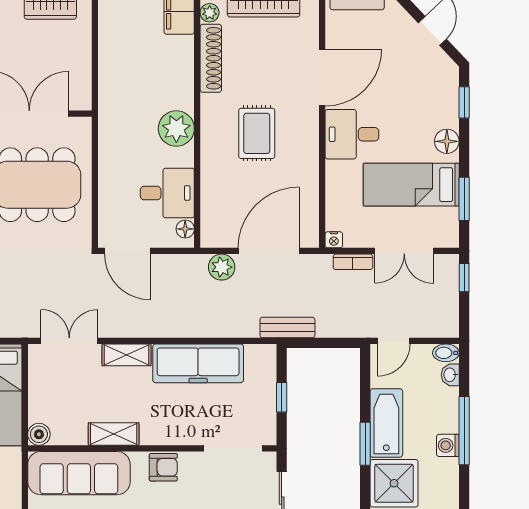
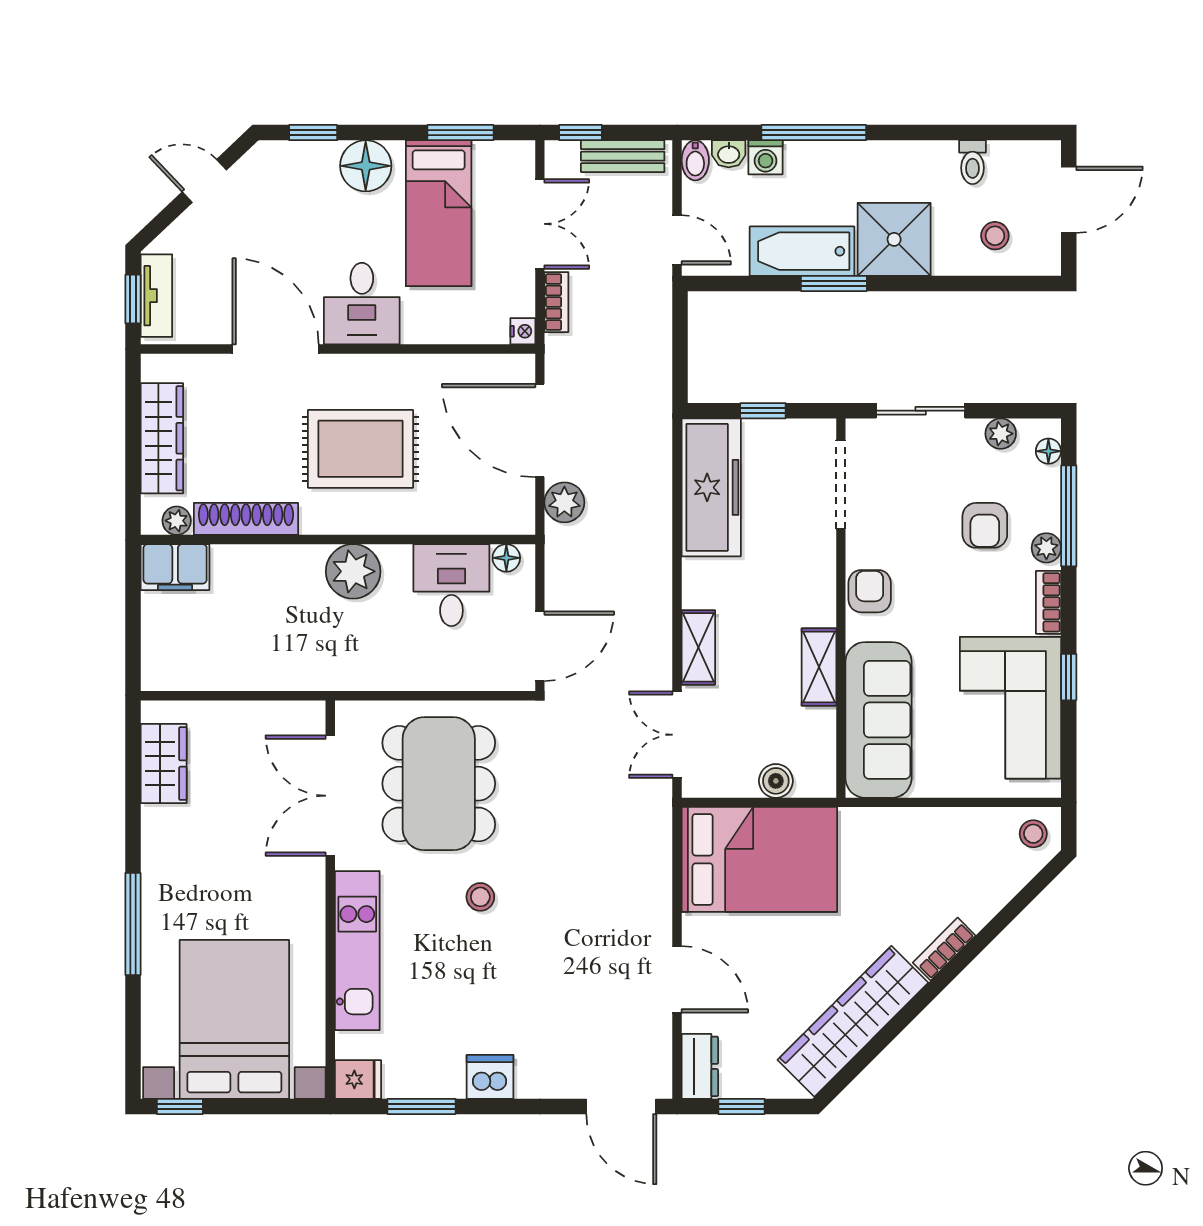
rug: (257, 133) -> (361, 449), width x1.36, depth x1.43
floor lamp: (447, 141) -> (366, 166), width x1.38, depth x1.38
bench: (287, 327) -> (623, 156), moved, turned 90
freezer: (198, 363) -> (711, 487), moved
boiler: (39, 434) -> (776, 781), moved
washing machine: (448, 445) -> (766, 157), moved

